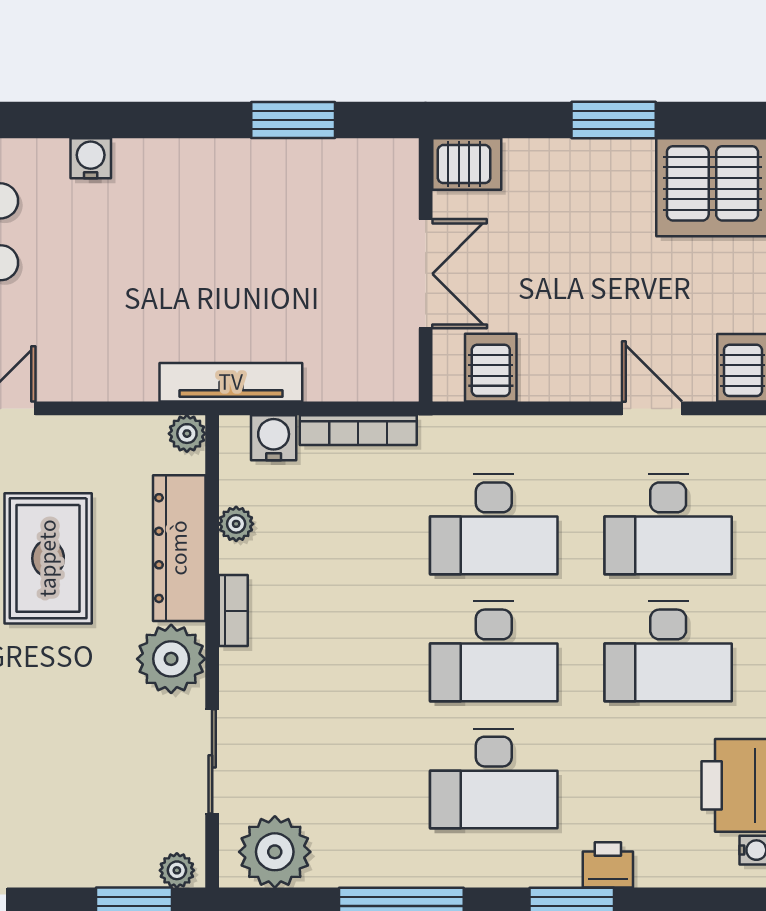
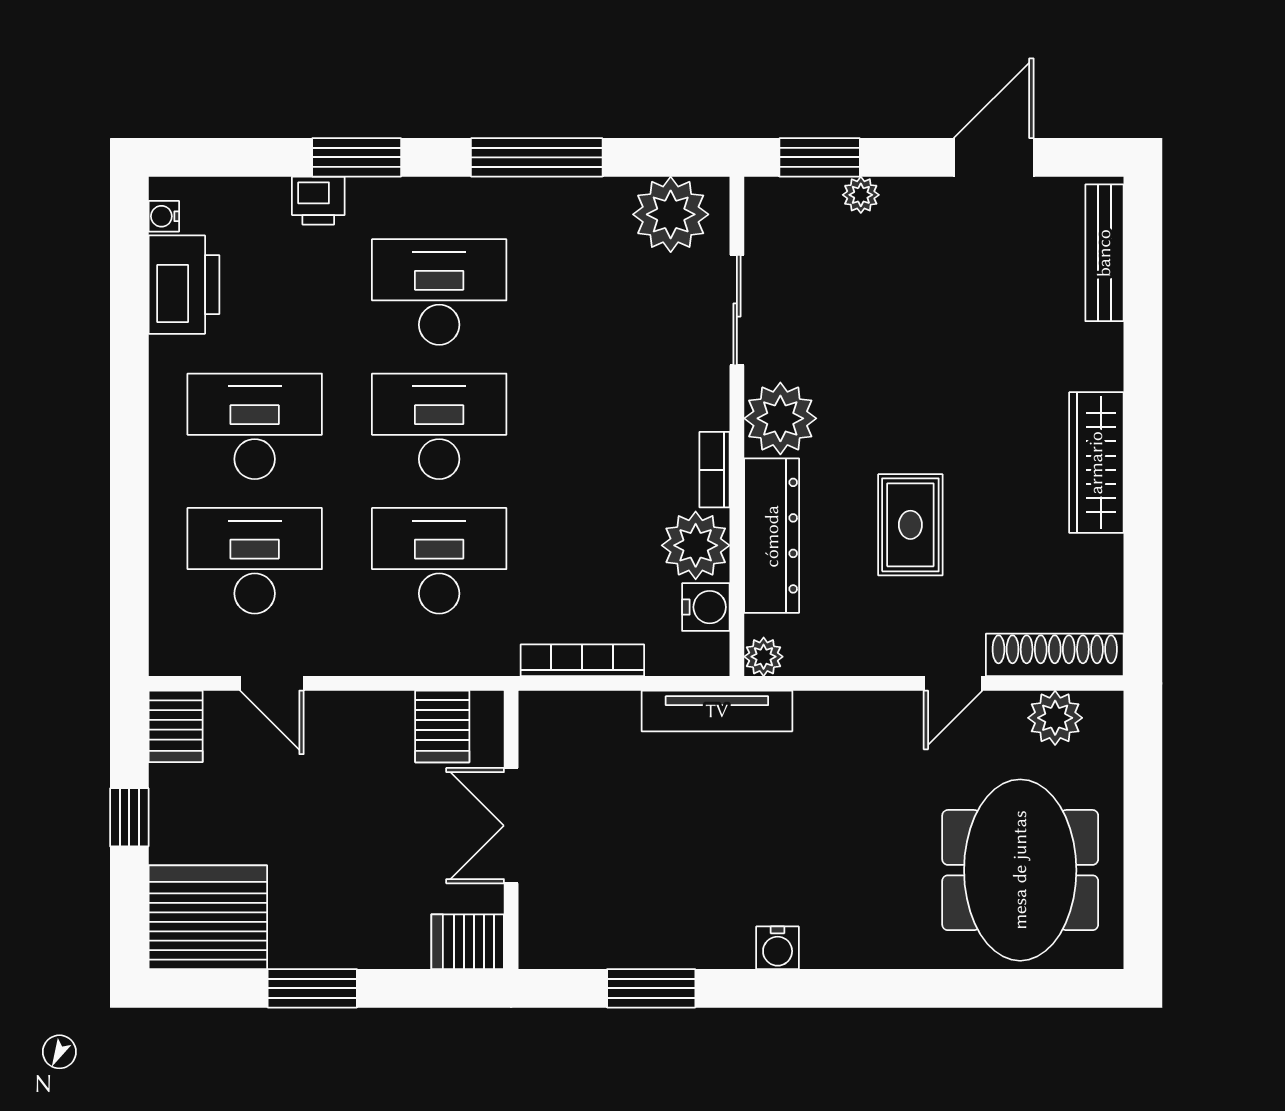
water cooler: (91, 158) -> (778, 948), moved
water cooler: (274, 438) -> (706, 607), moved, turned -90
plant: (236, 524) -> (696, 545), width x1.87, depth x1.87
rug: (48, 558) -> (910, 525), width x0.73, depth x0.70
plant: (177, 870) -> (861, 195), moved

